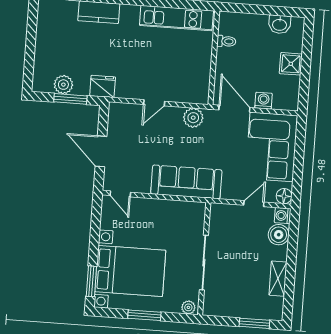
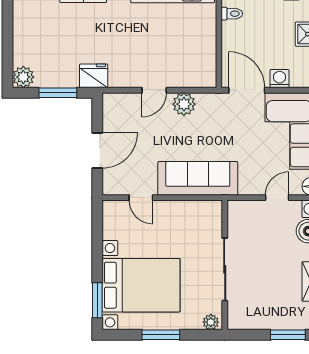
plant: (63, 85) -> (23, 77), moved
plant: (193, 118) -> (184, 104), moved
door: (101, 151) -> (97, 150), swing flipped
door: (120, 194) -> (141, 198), moved

